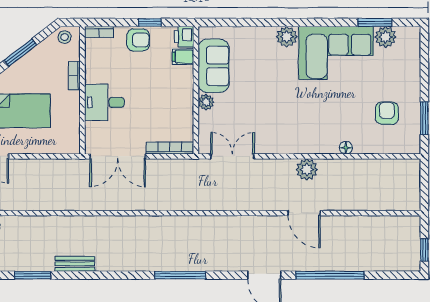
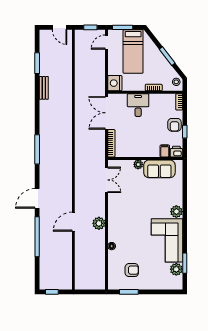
nightstand: (67, 142) -> (115, 83), added

